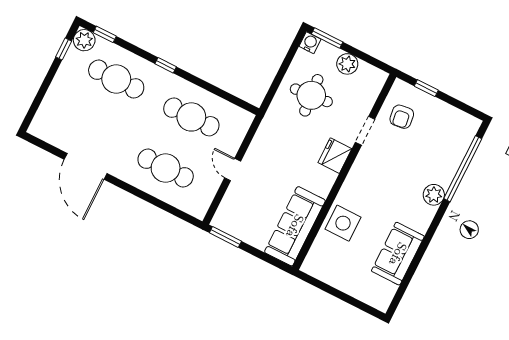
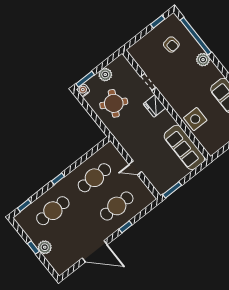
plant: (84, 40) -> (45, 247), moved
window: (64, 49) -> (33, 248), moved
window: (426, 88) -> (158, 22), moved
round table: (311, 95) -> (114, 103), turned 33
armchair: (402, 117) -> (171, 45), moved
window: (141, 195) -> (126, 227), added

